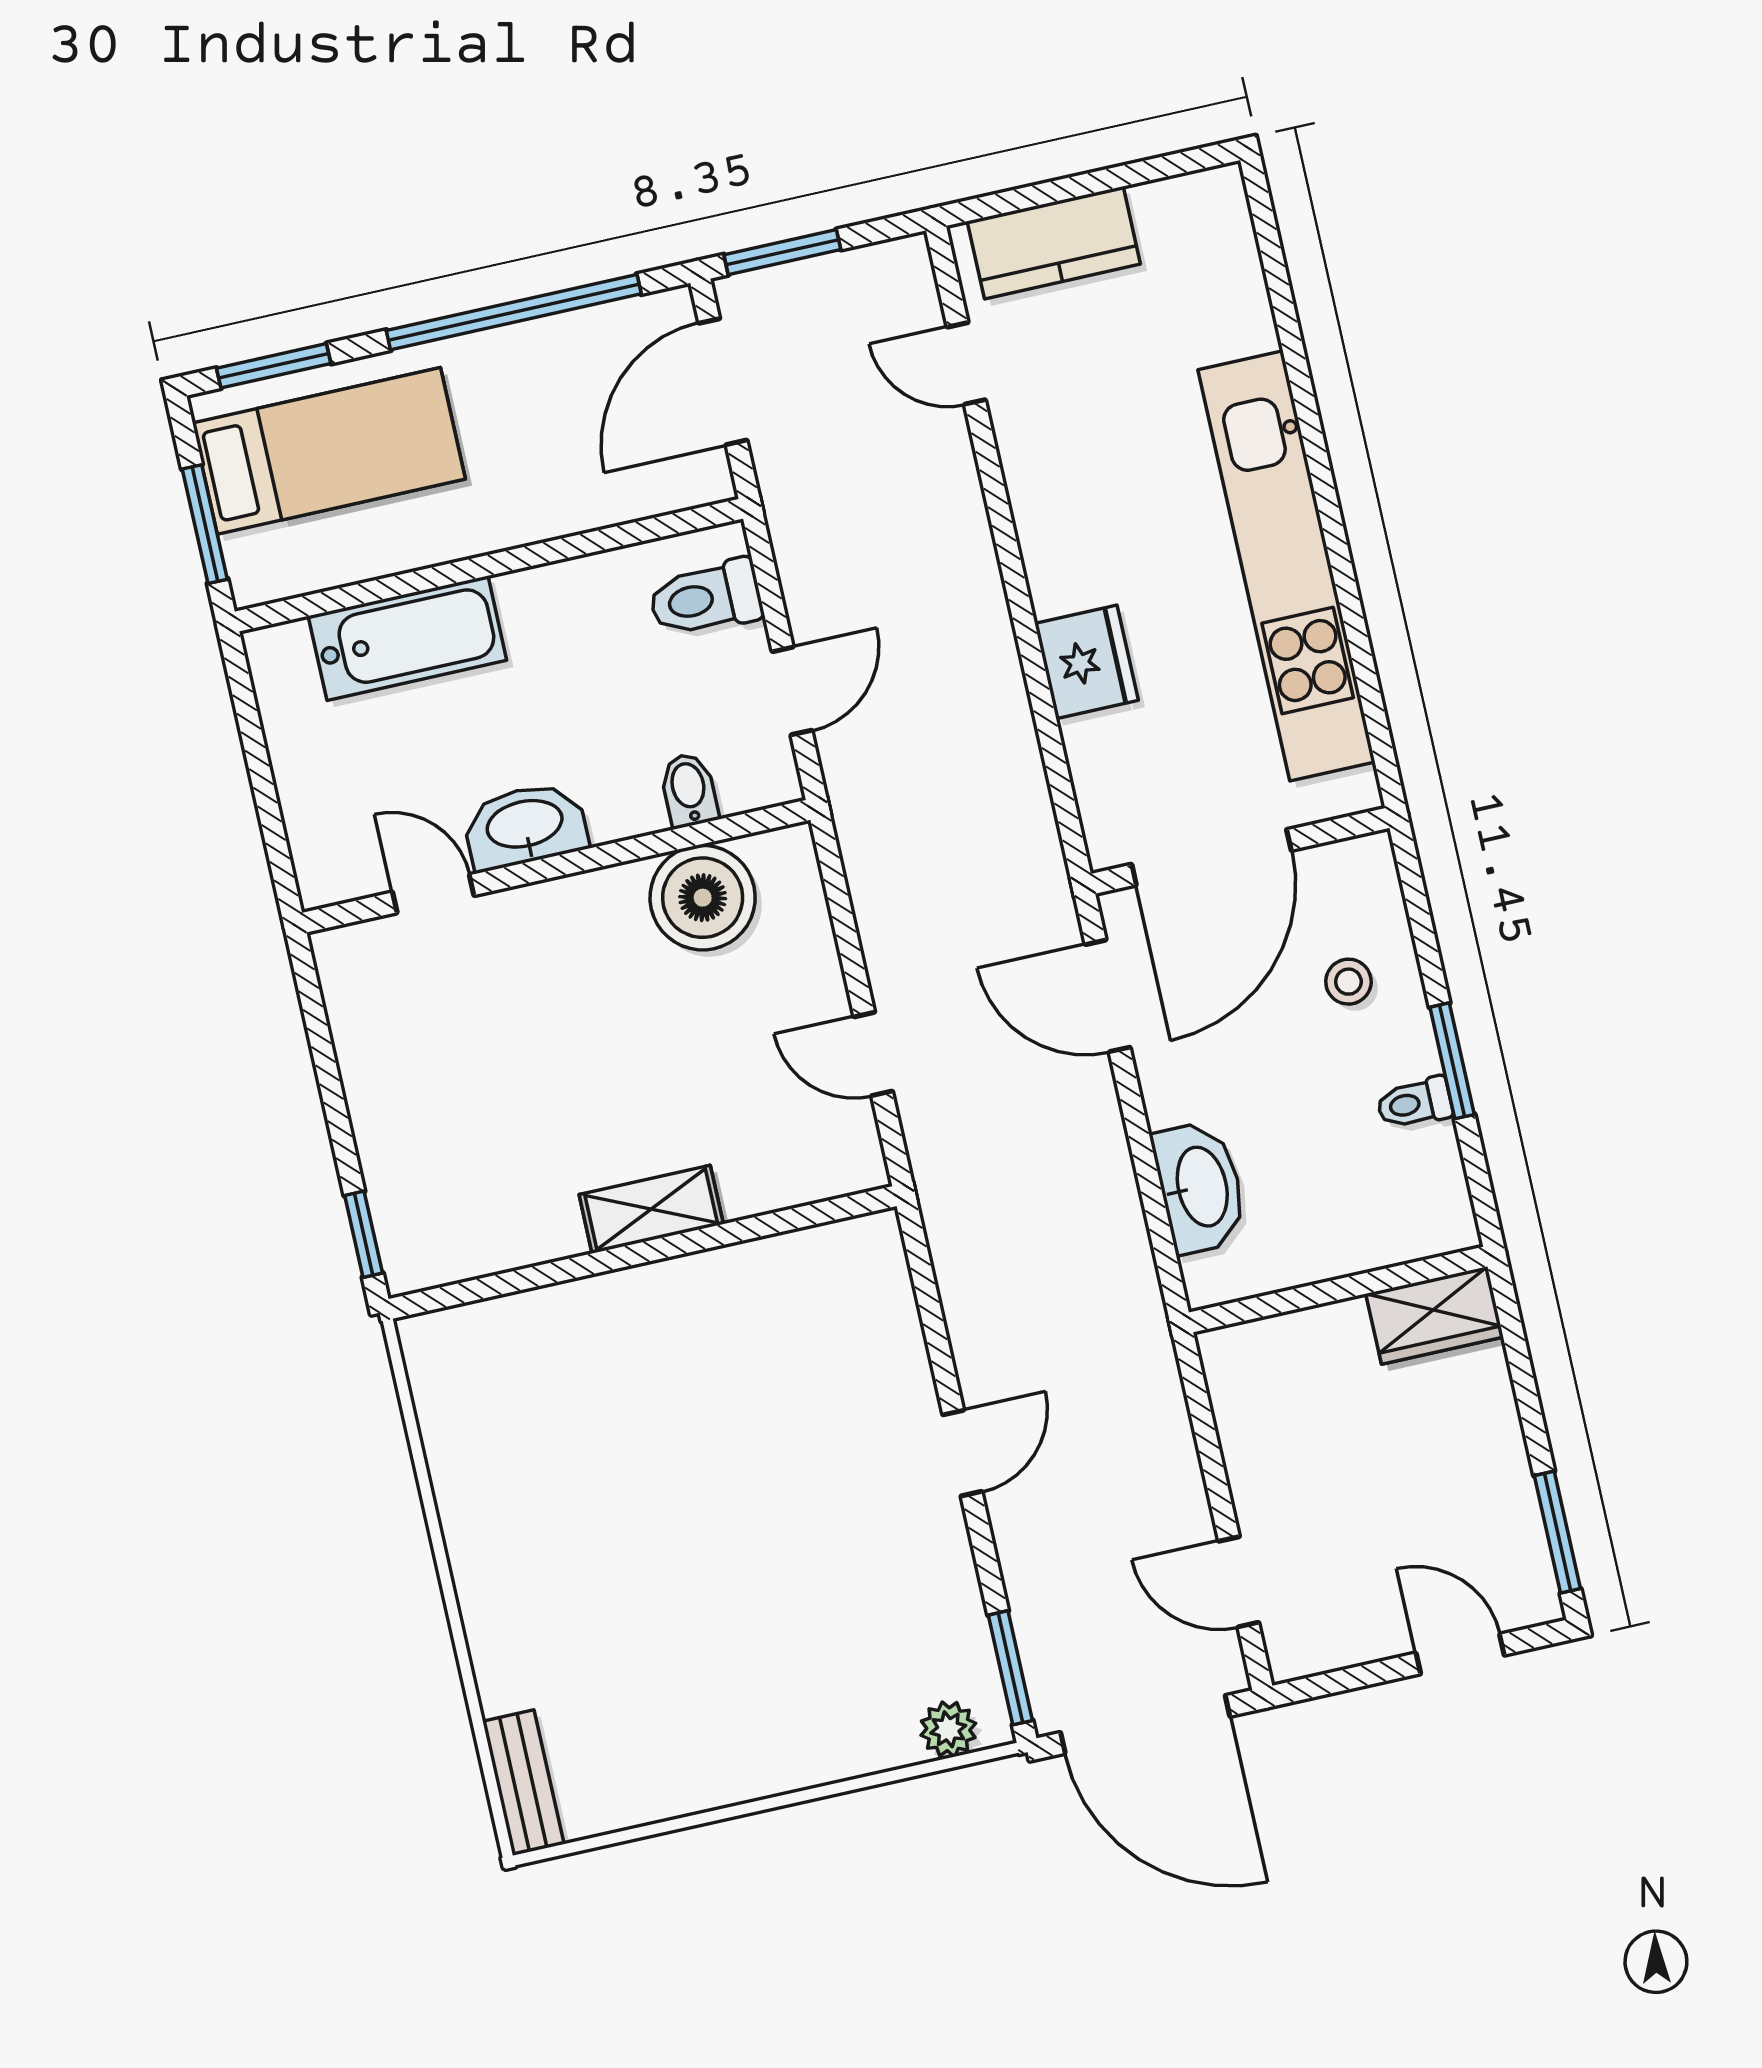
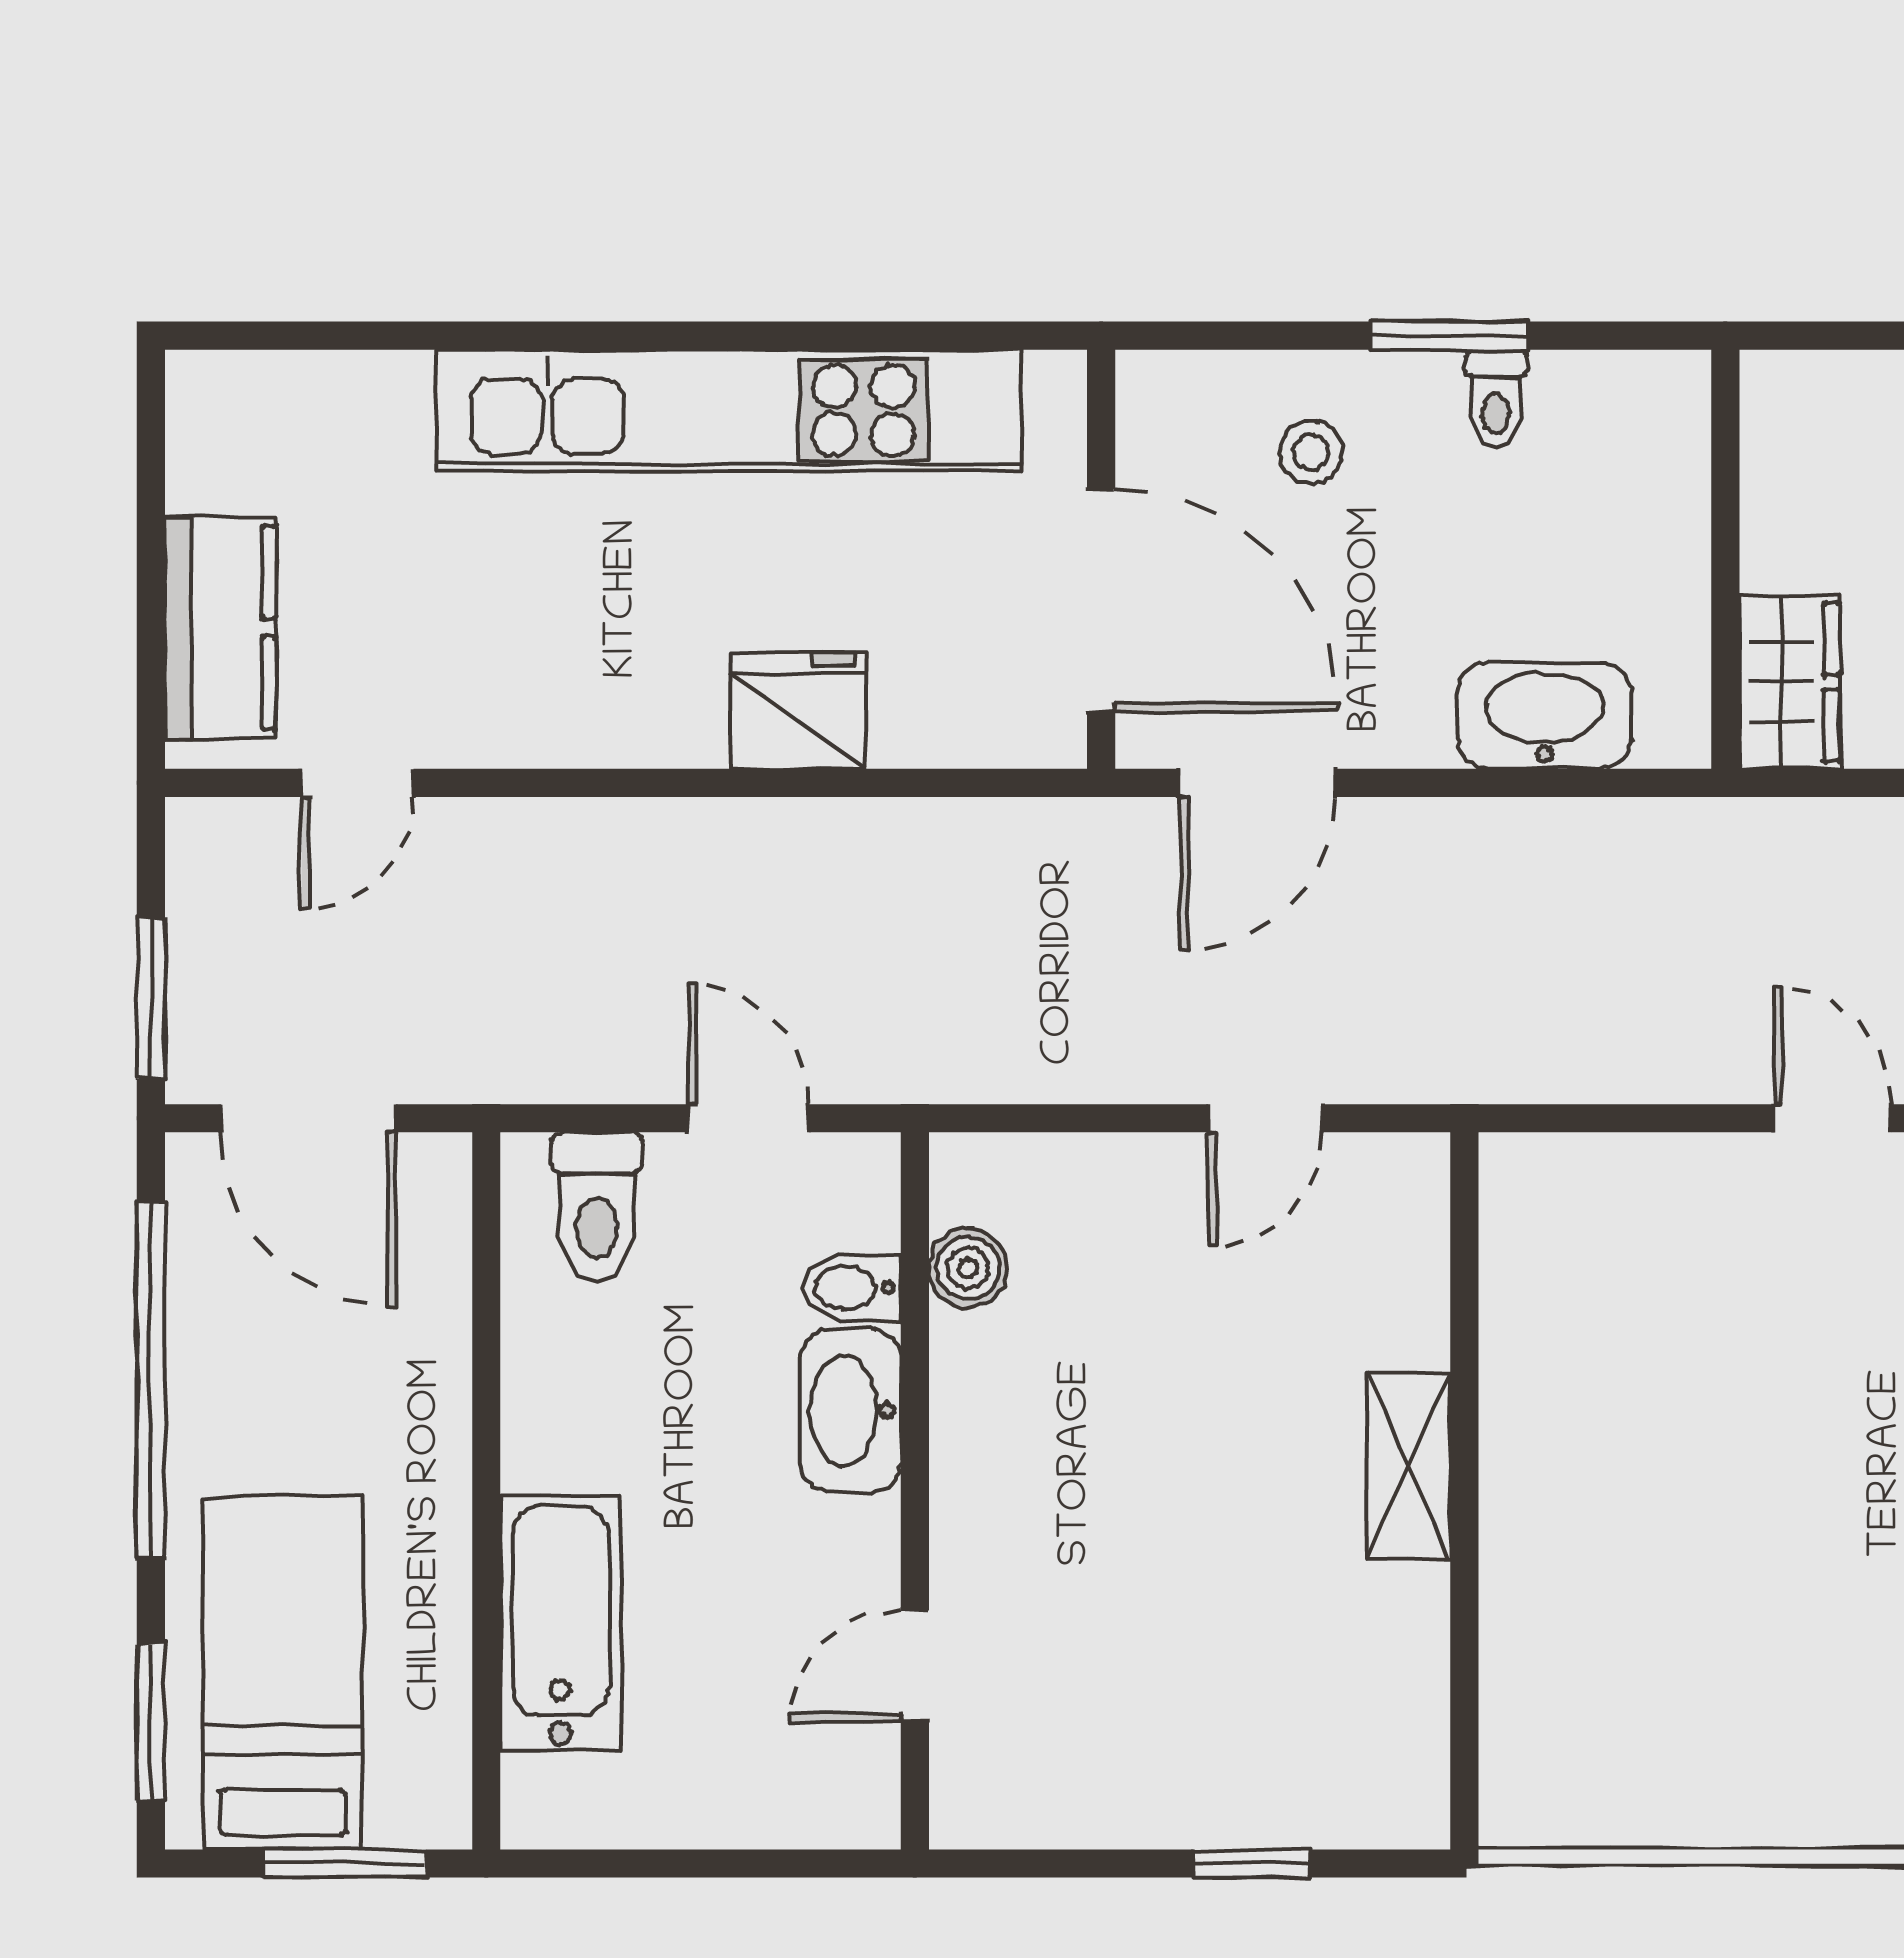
washbasin: (525, 826) -> (851, 1411), moved
boiler: (703, 898) -> (968, 1268), width x0.54, depth x0.54
window: (364, 1234) -> (1252, 1864), moved
wardrobe: (1435, 1315) -> (1790, 682), moved

